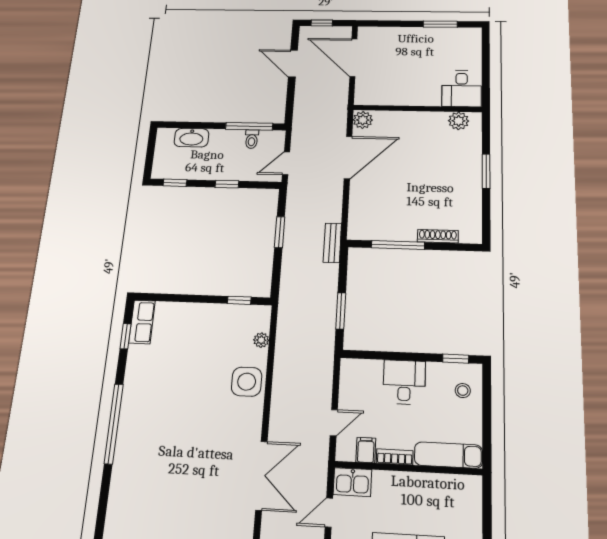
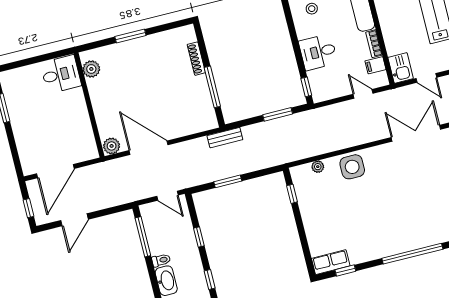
toilet: (252, 139) -> (161, 260), moved
window: (456, 359) -> (306, 87), moved

